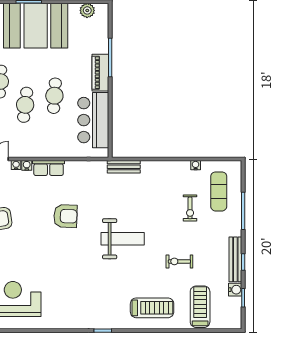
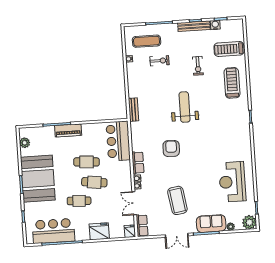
bar counter: (93, 120) -> (118, 141), moved, turned 90

